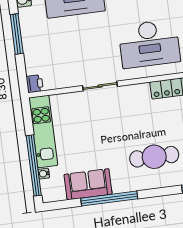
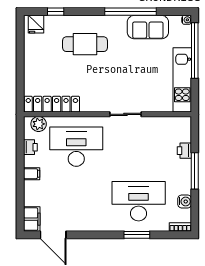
printer: (35, 84) -> (184, 151), moved
water cooler: (44, 174) -> (187, 20), moved

